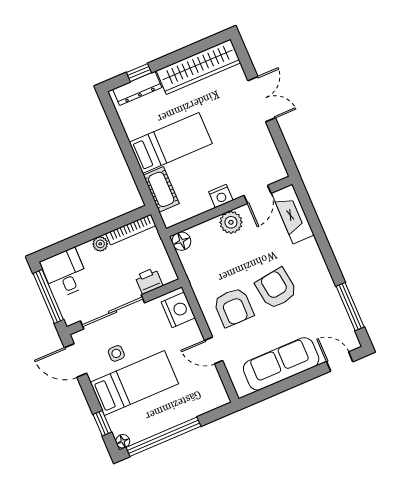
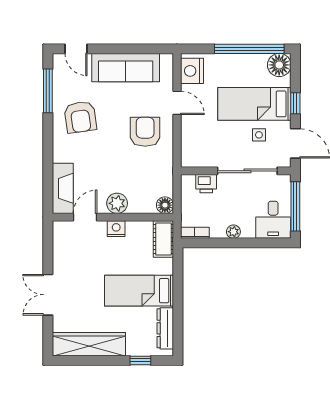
dresser: (137, 88) -> (165, 328), moved, turned -90
cot: (161, 189) -> (163, 239), moved
bookcase: (131, 230) -> (195, 233), width x0.64
armchair: (276, 288) -> (80, 117), moved
nightstand: (178, 310) -> (192, 71), moved
window: (102, 423) -> (295, 103), moved
floor lamp: (123, 441) -> (279, 65), width x1.89, depth x1.89

